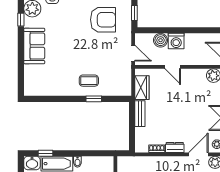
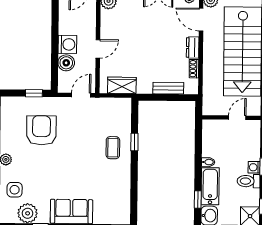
bench: (140, 114) -> (168, 88), moved

